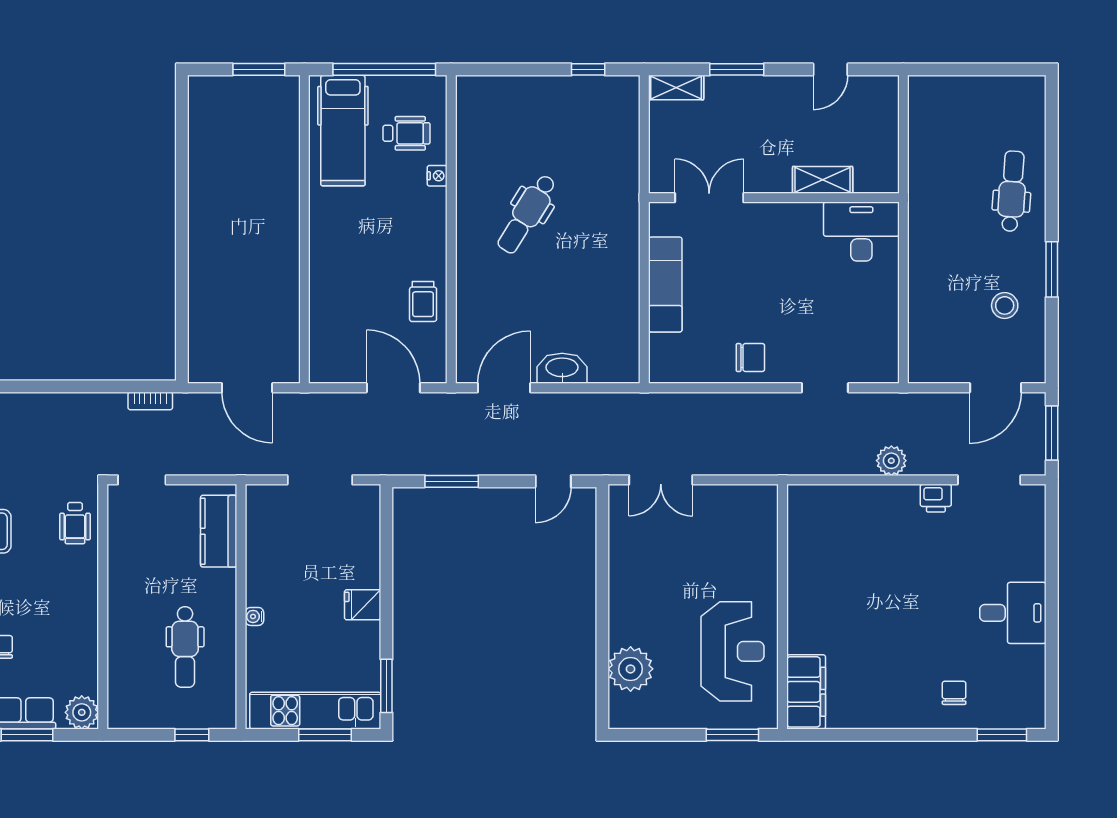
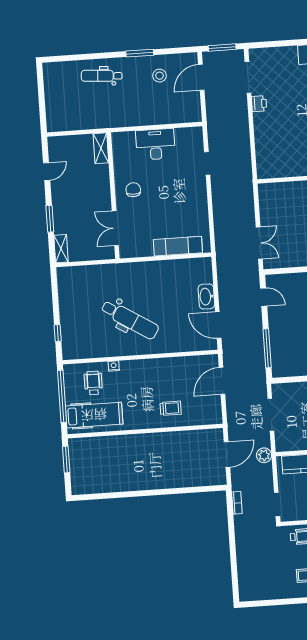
window: (588, 69) -> (58, 333), moved
door: (830, 69) -> (47, 172), hinge flipped
shelving: (823, 180) -> (101, 148), moved
dental chair: (527, 214) -> (130, 319), width x1.36, depth x1.38
desk: (861, 232) -> (155, 144), moved, turned 90
exam couch: (665, 285) -> (178, 246), moved
trolley: (423, 301) -> (171, 408), moved
chair: (750, 358) -> (133, 190), moved
door: (996, 388) -> (201, 77), swing flipped
plant: (891, 461) -> (264, 455), moved
window: (452, 481) -> (267, 348), width x1.44

